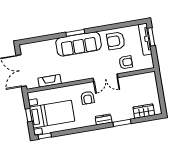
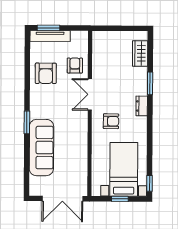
sofa: (79, 44) -> (41, 148), moved
double door: (105, 78) -> (90, 94), swing flipped
fireplace: (50, 81) -> (81, 165), removed

